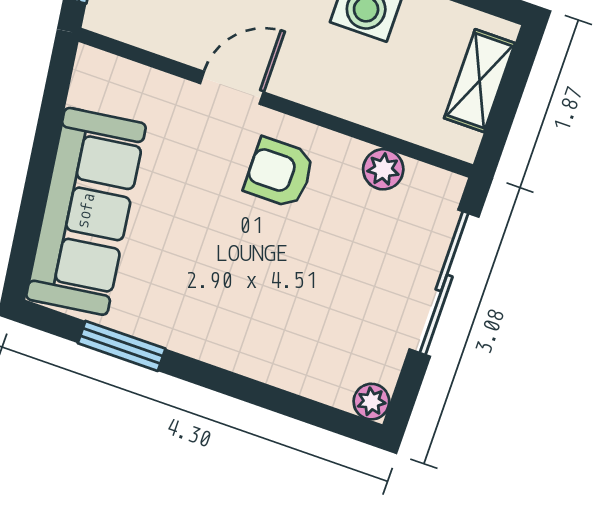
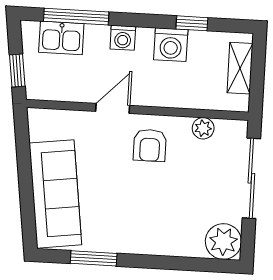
armchair: (279, 173) -> (150, 145), turned -90
plant: (371, 402) -> (223, 242), width x1.88, depth x1.88

